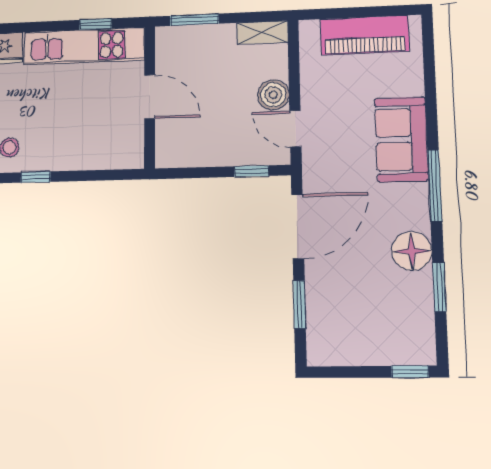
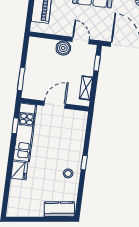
shelving: (262, 33) -> (86, 88), moved
door: (295, 129) -> (81, 41), swing flipped

